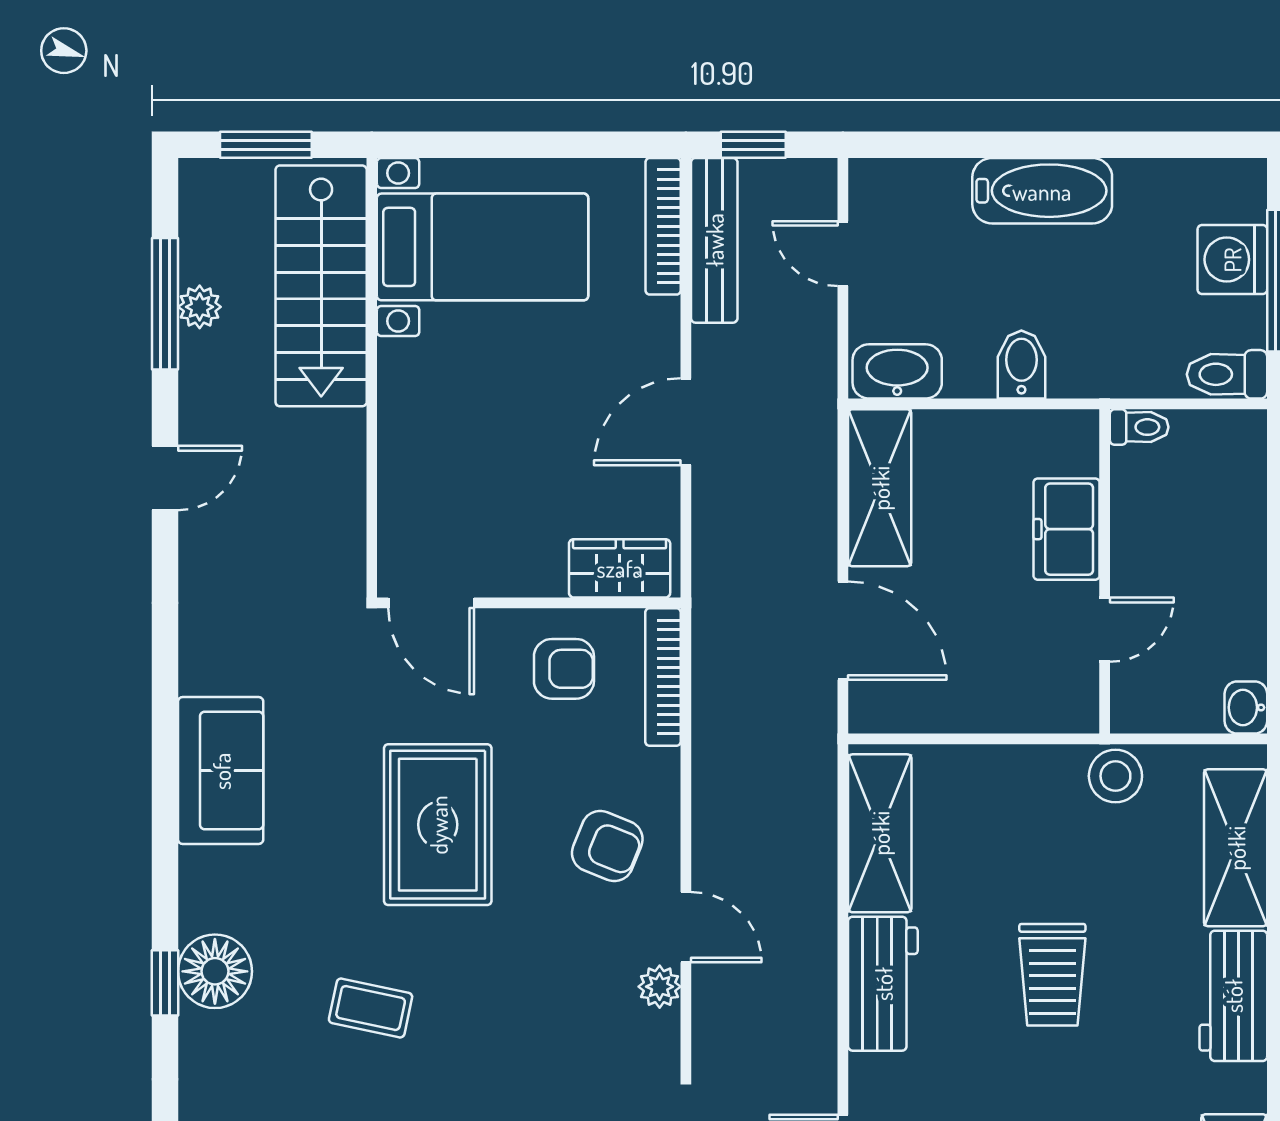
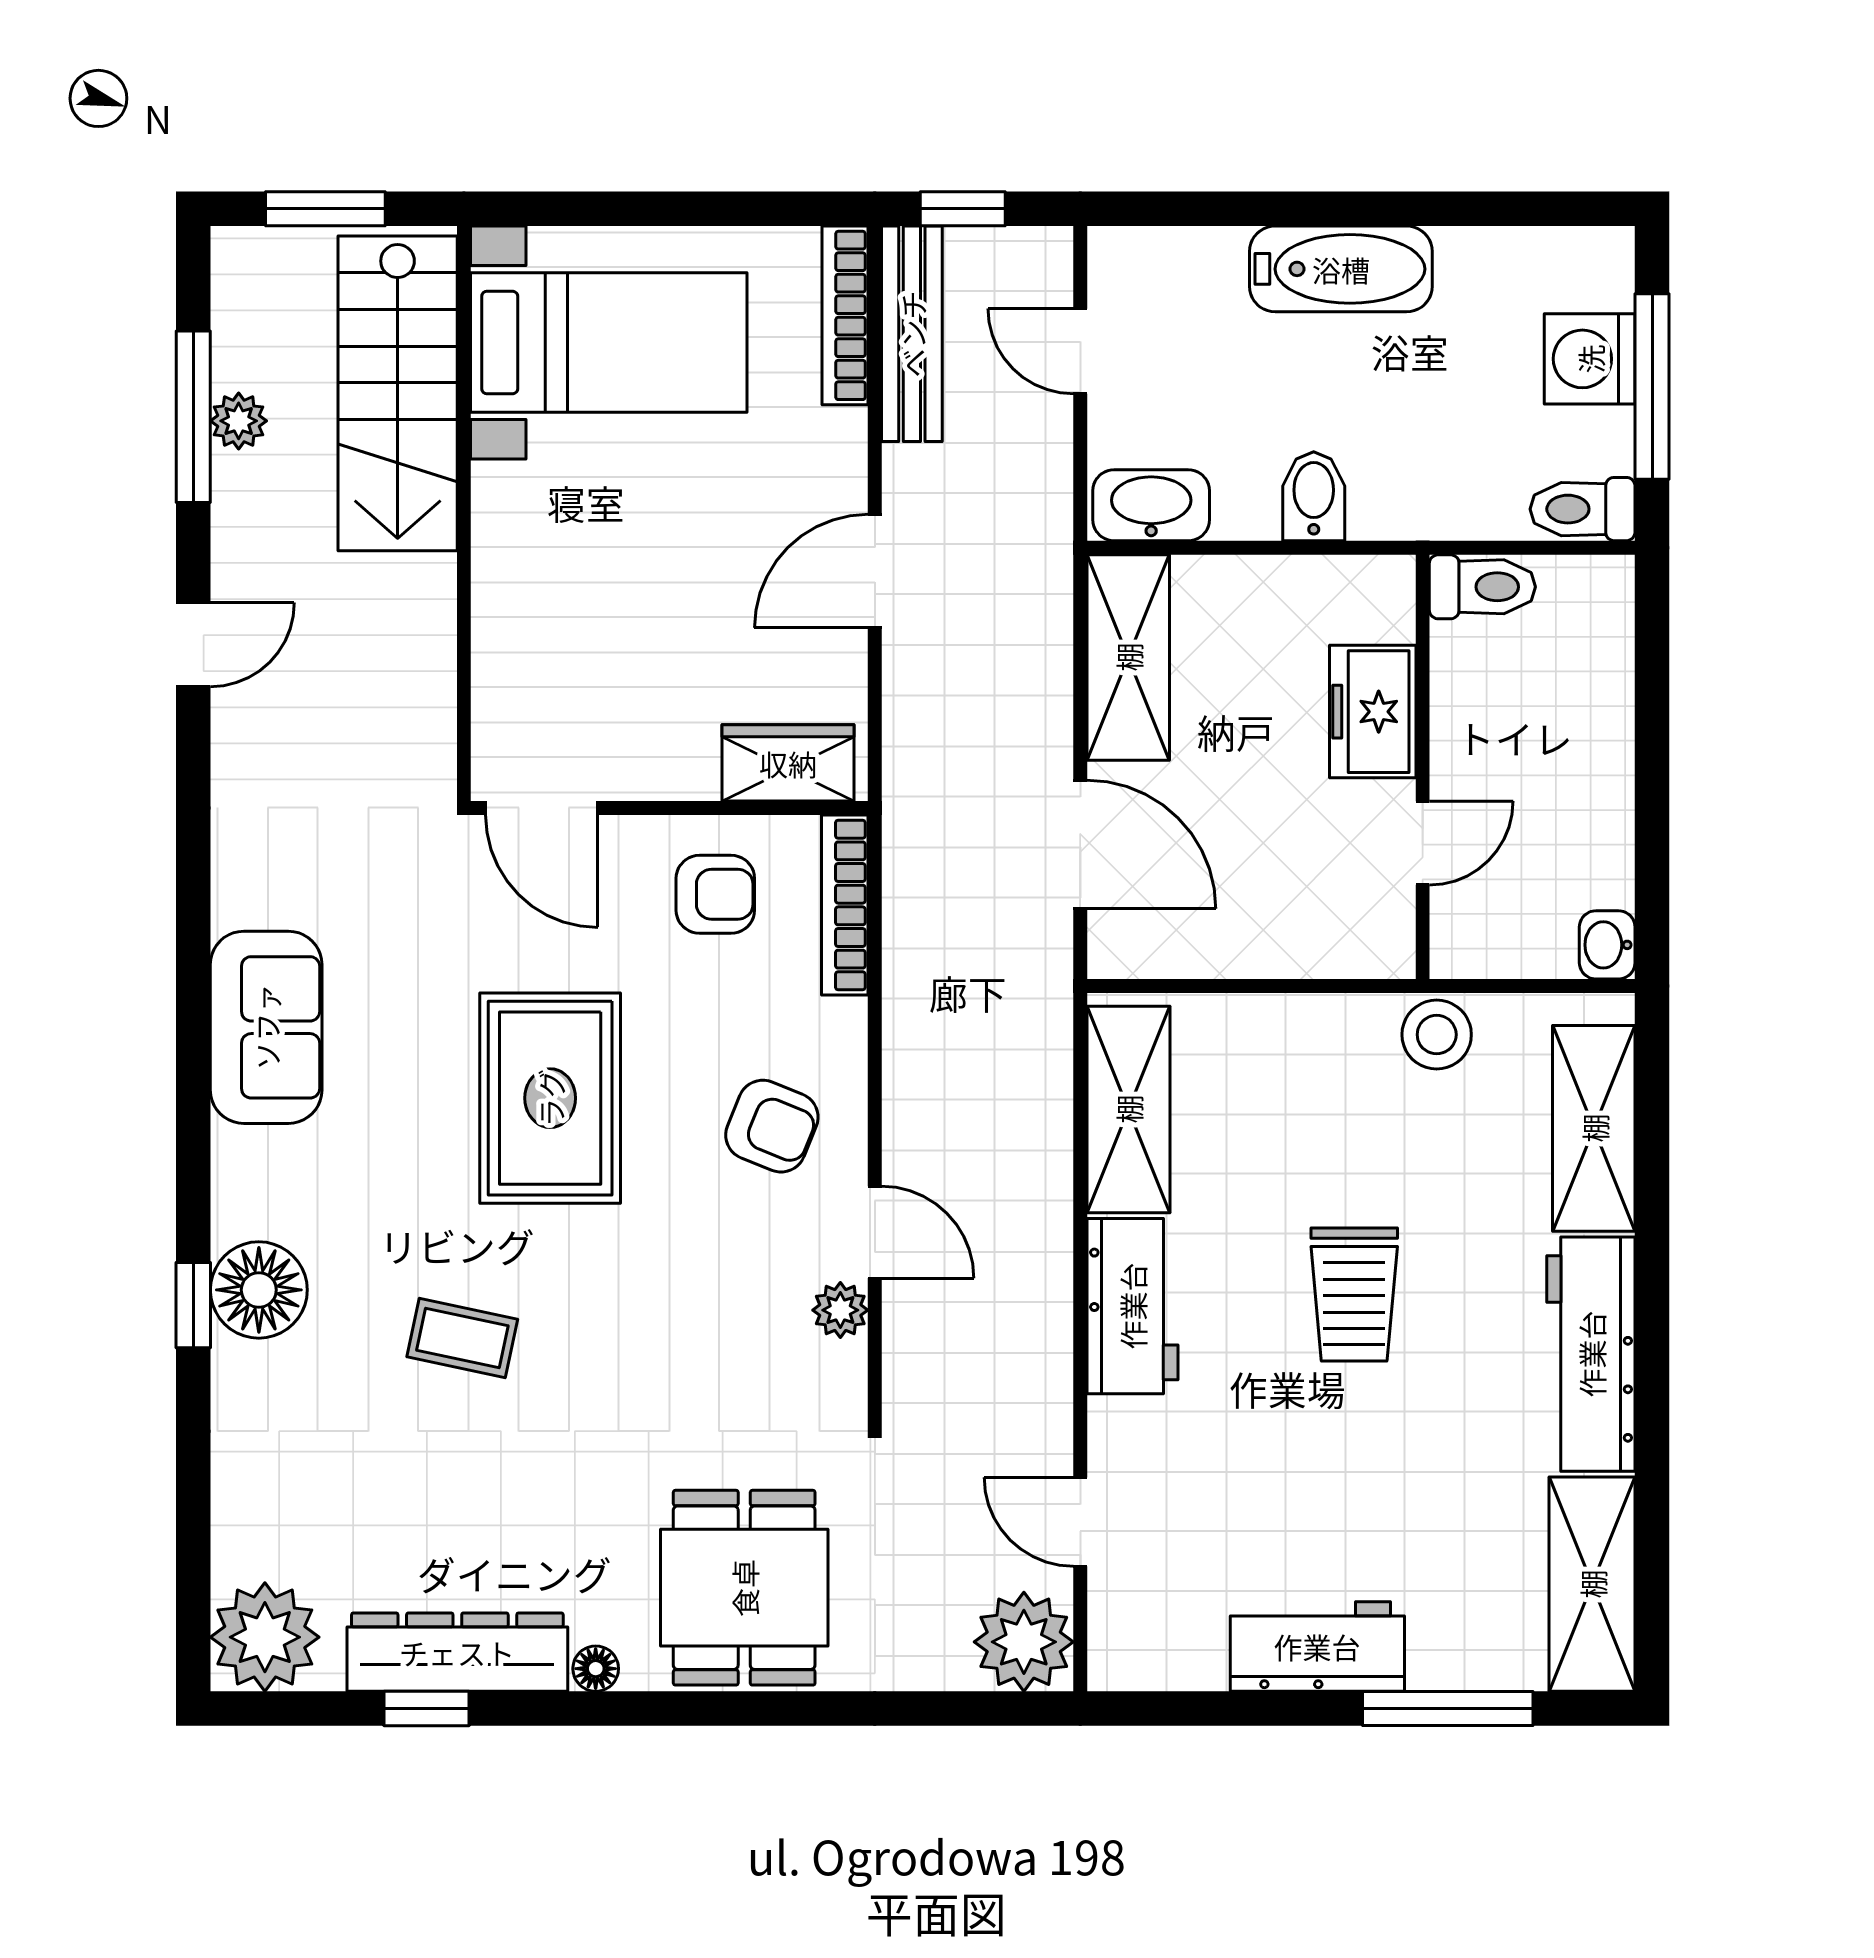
toilet: (1139, 427) -> (1482, 587), width x1.37, depth x1.39
workbench: (1233, 996) -> (1591, 1354), width x1.38

